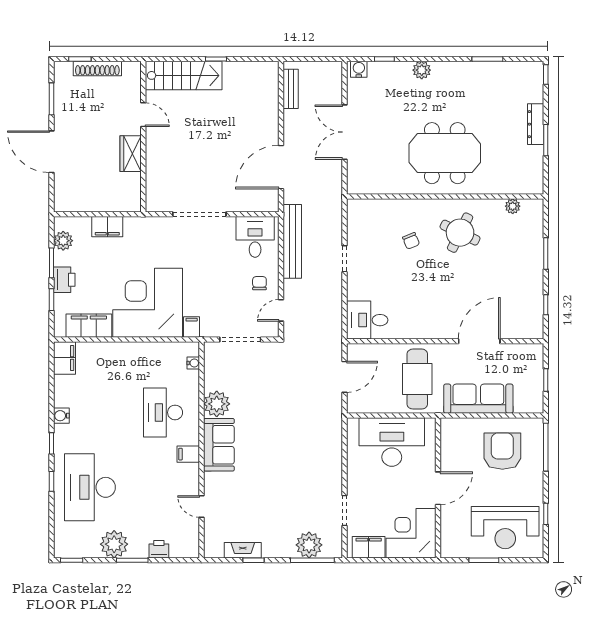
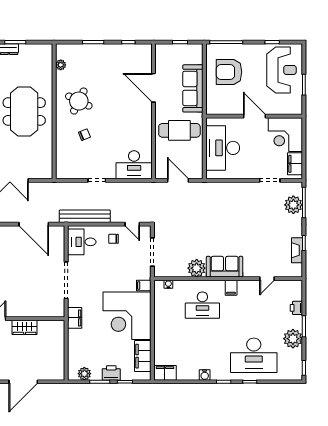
filing cabinet: (107, 227) -> (75, 318), moved
desk: (367, 320) -> (134, 165), width x1.37

